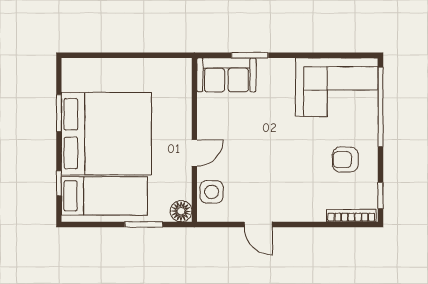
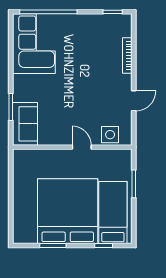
armchair: (345, 160) -> (87, 37), removed
floor lamp: (181, 211) -> (124, 157), removed
bookcase: (351, 216) -> (127, 55), moved

